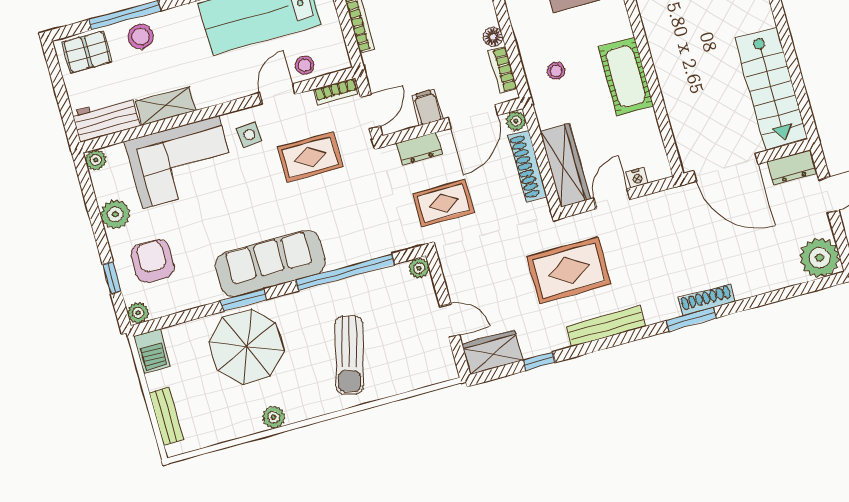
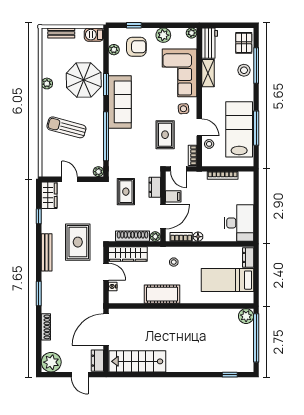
door: (473, 116) -> (163, 217), swing flipped
shoe rack: (707, 300) -> (46, 327), moved
plant: (138, 313) -> (114, 50), moved
door: (450, 321) -> (70, 179), swing flipped

